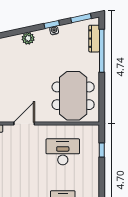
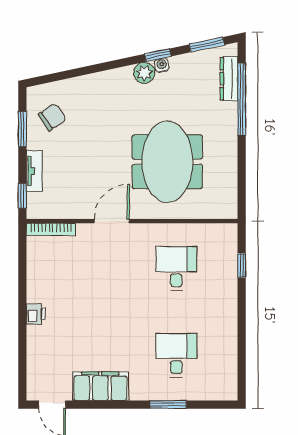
plant: (28, 38) -> (144, 73), moved
meeting table: (73, 96) -> (167, 162), moved
desk: (63, 152) -> (176, 268), width x0.73

